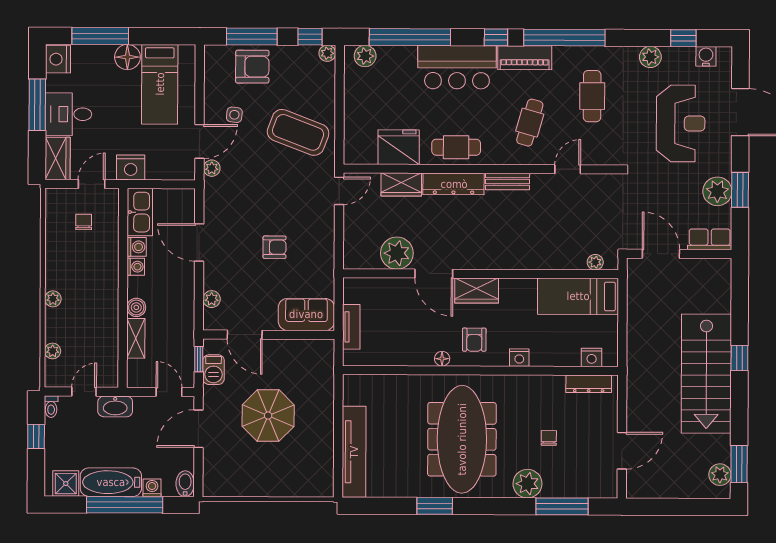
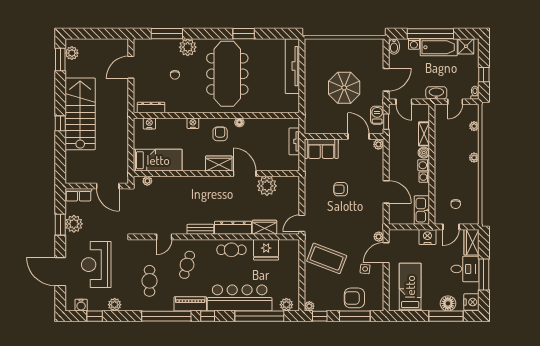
floor lamp: (127, 57) -> (448, 303), moved
bar counter: (457, 67) -> (240, 298), width x1.36
washing machine: (137, 247) -> (424, 165), moved
plant: (212, 299) -> (378, 144), moved

